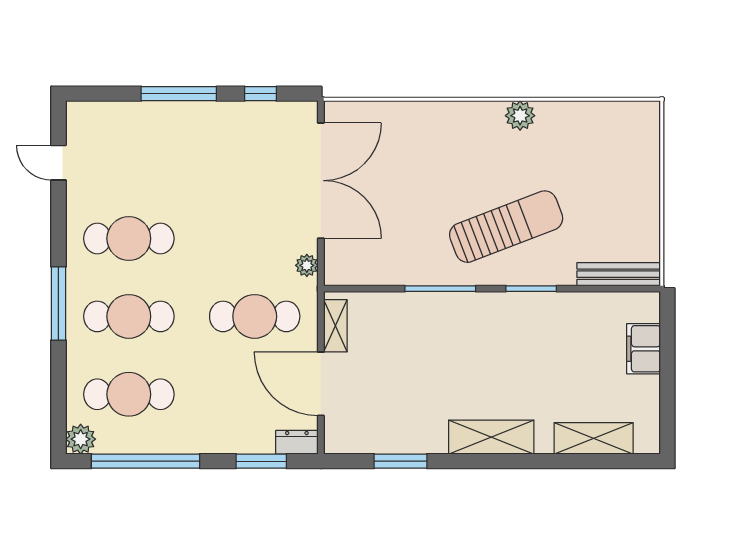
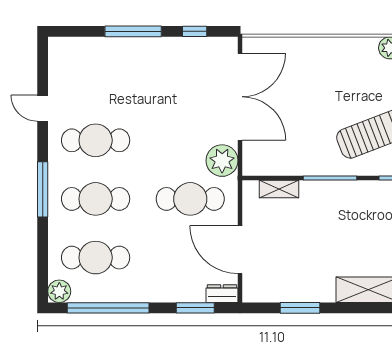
door: (58, 163) -> (43, 108), moved
plant: (307, 265) -> (222, 161), width x1.87, depth x1.87
shelving: (335, 326) -> (279, 189), moved, turned 90

